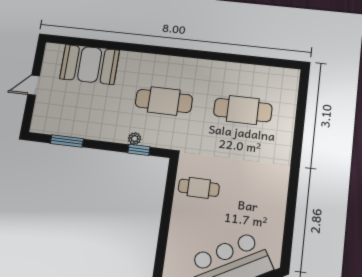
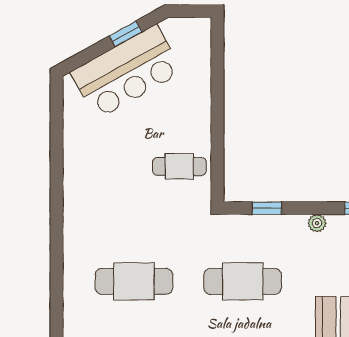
plant: (135, 139) -> (317, 223), moved

